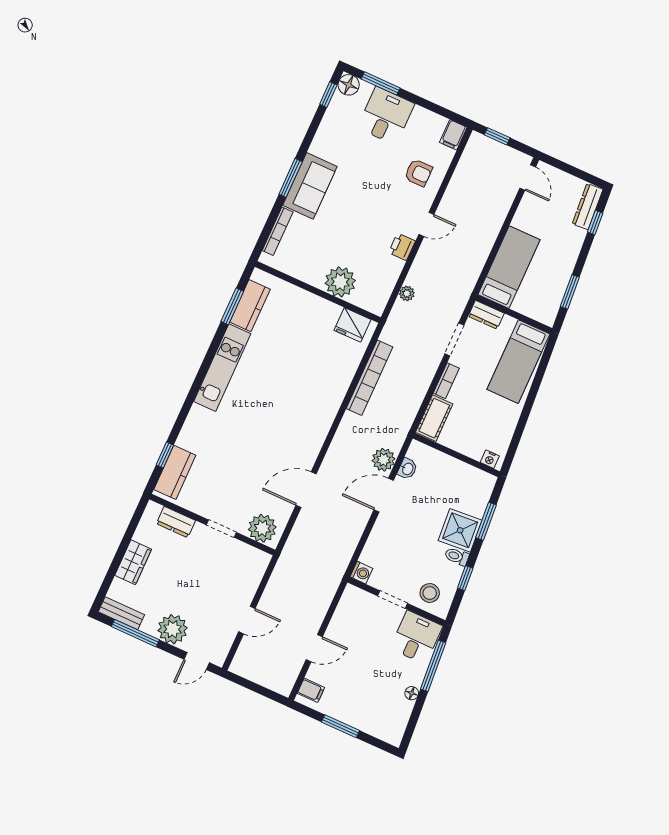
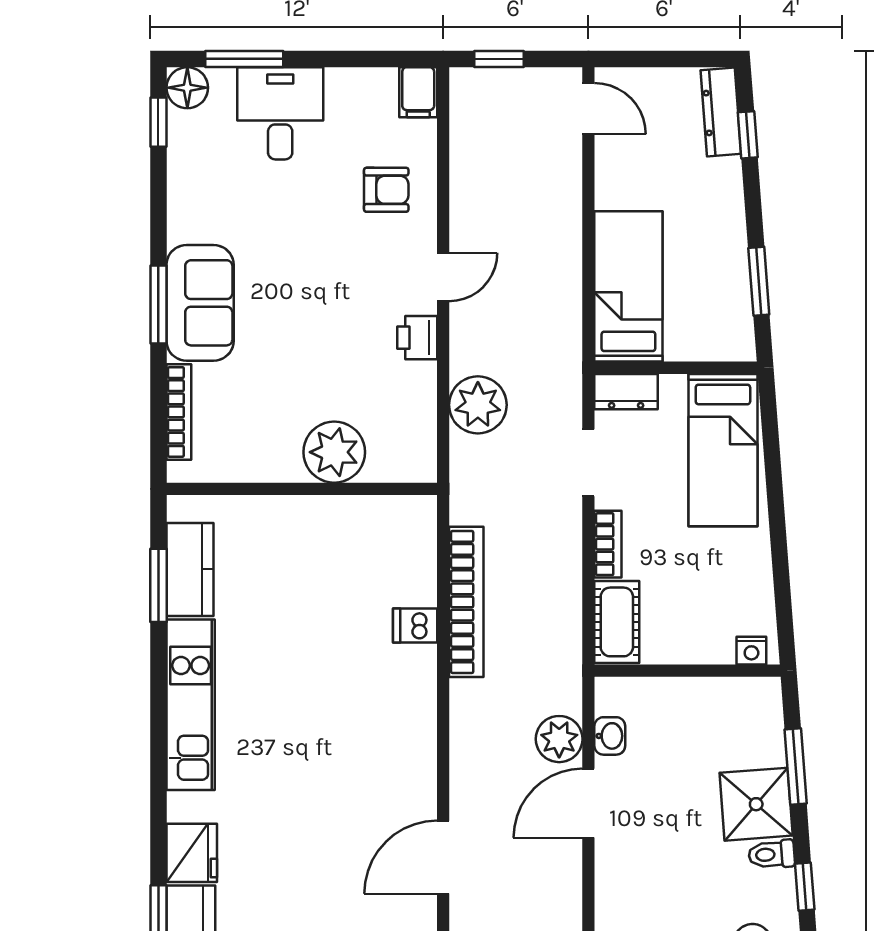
plant: (407, 293) -> (478, 405), width x1.88, depth x1.88
fridge: (352, 325) -> (192, 853), moved, turned -90
dishwasher: (341, 378) -> (415, 626), added

